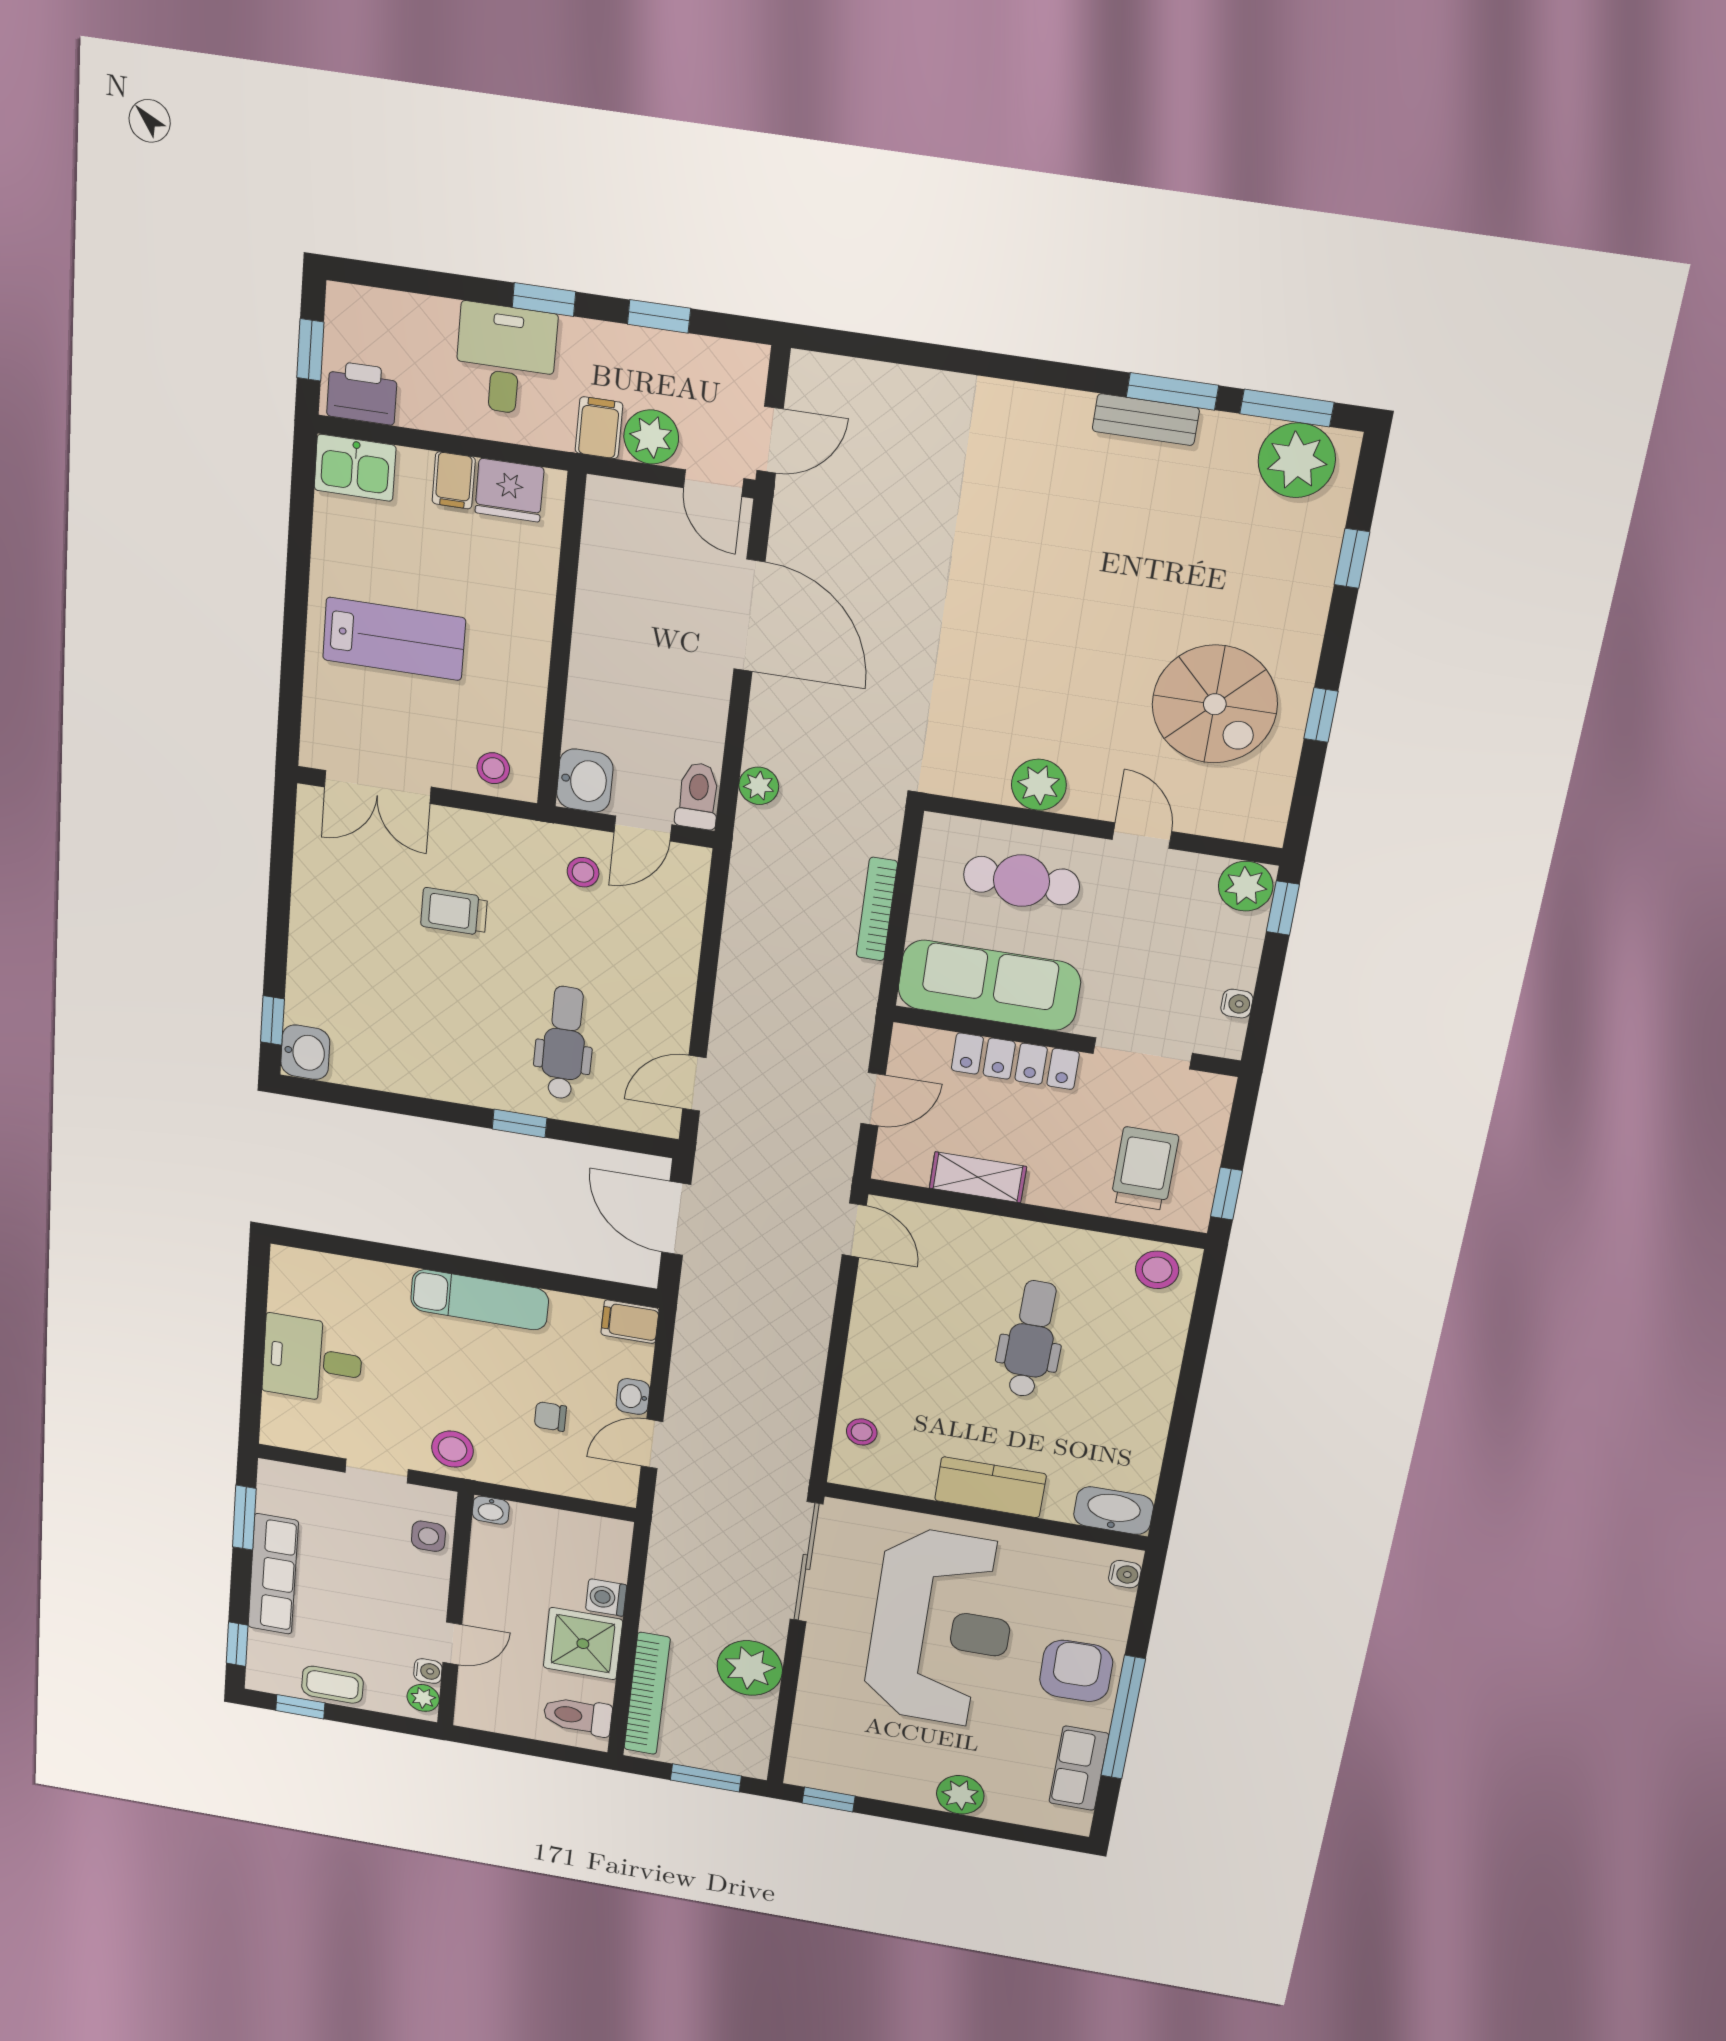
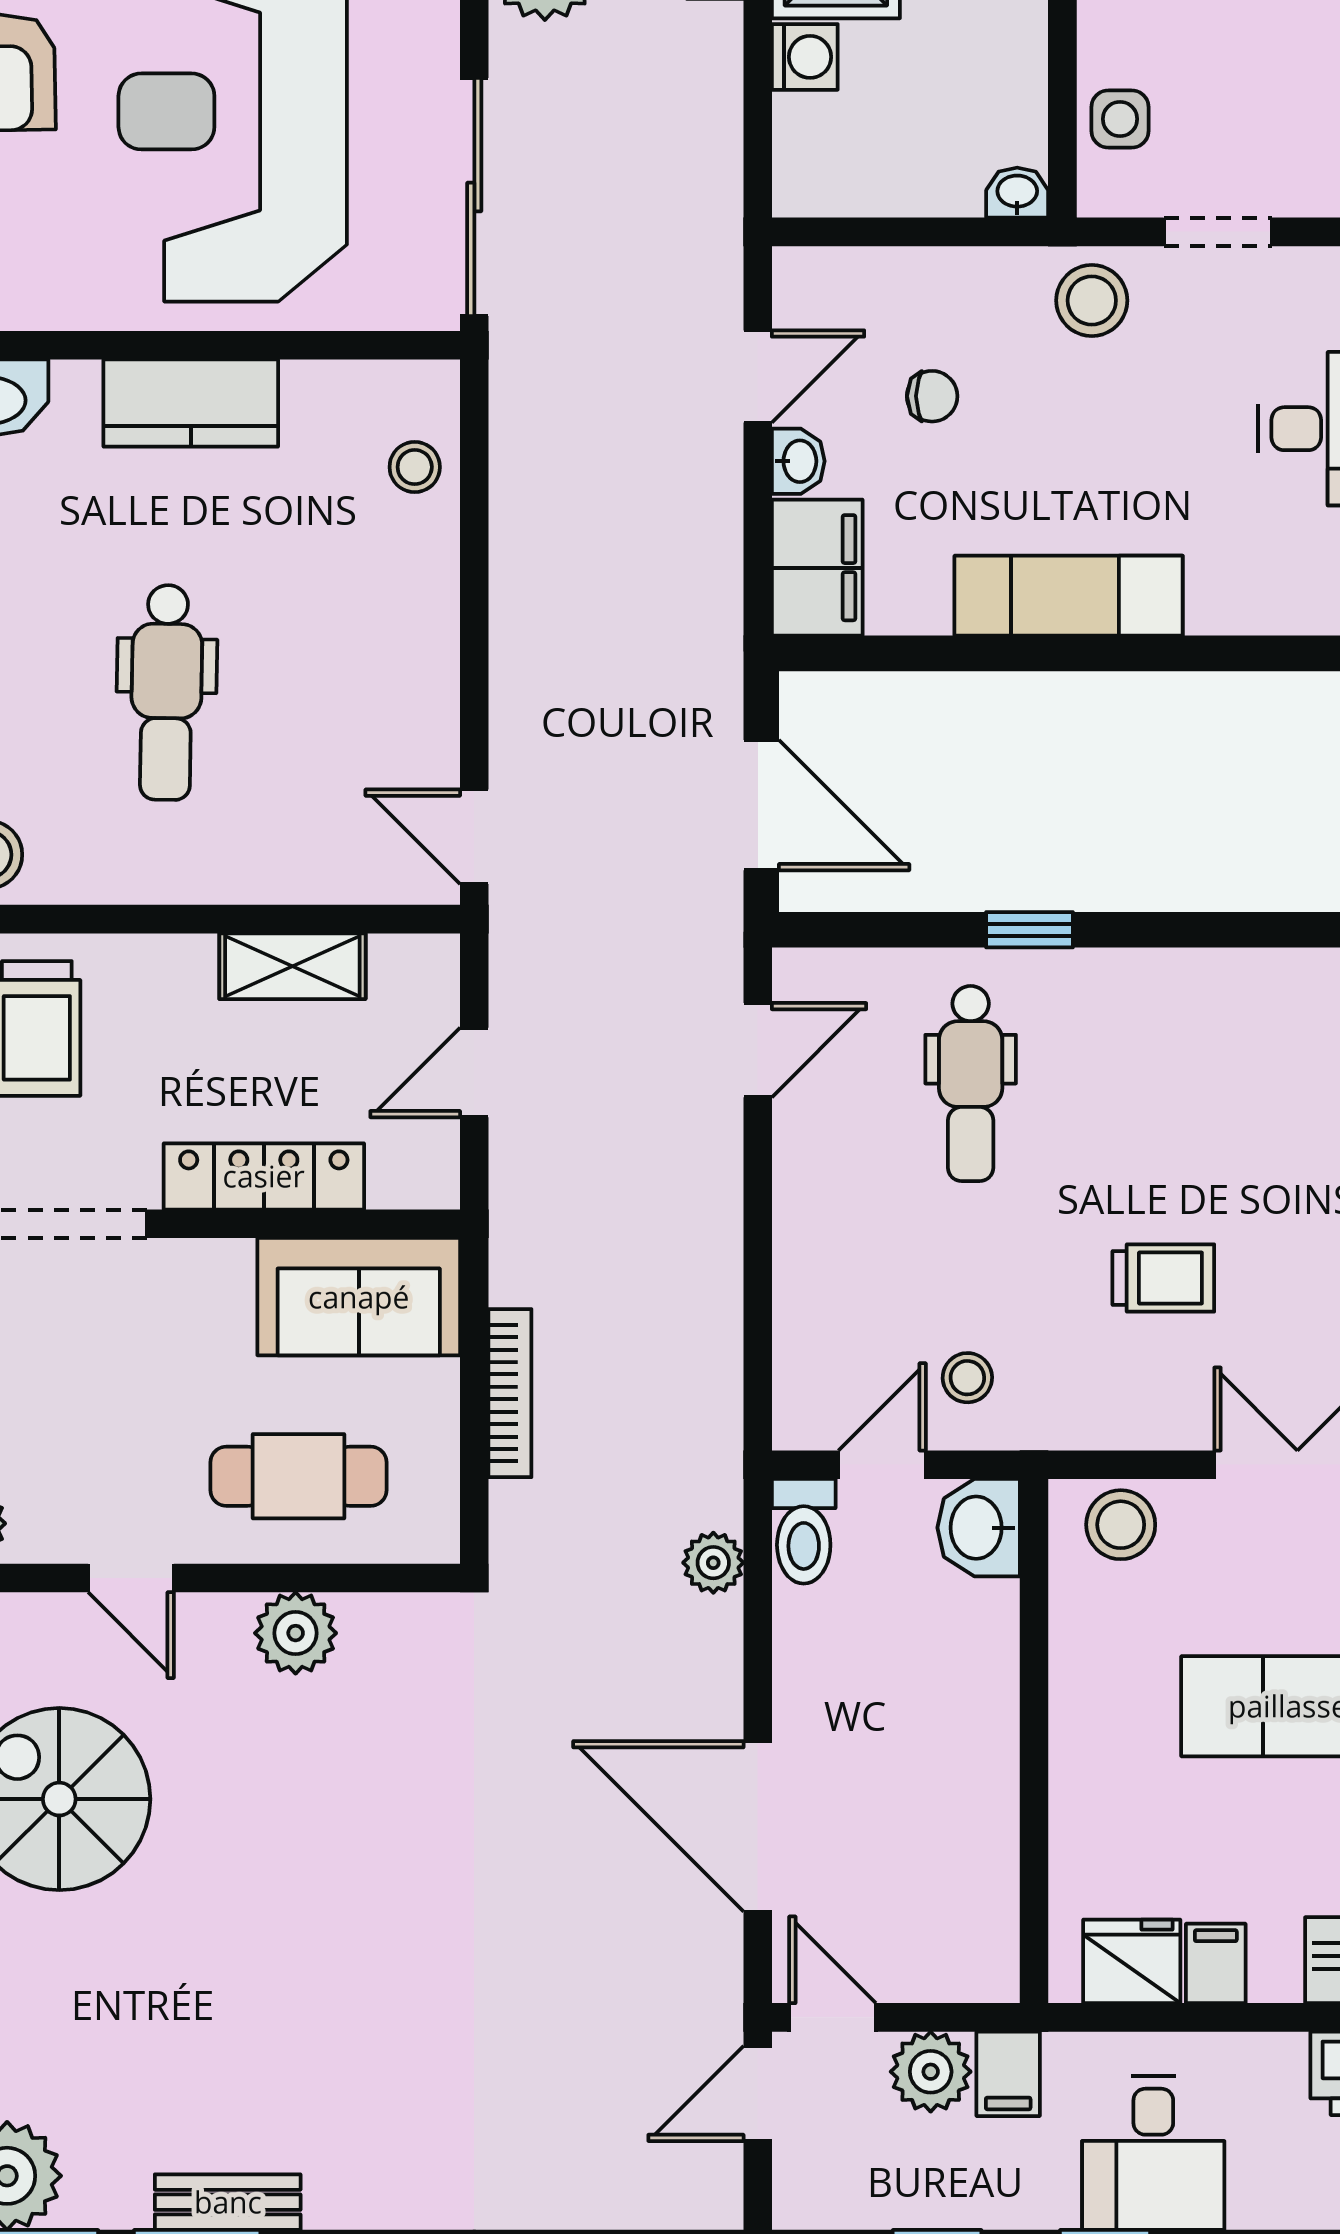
stool: (493, 768) -> (1121, 1525), width x1.37, depth x1.37
sofa: (989, 985) -> (359, 1297), width x0.73
filing cabinet: (630, 1322) -> (817, 568), width x2.00

